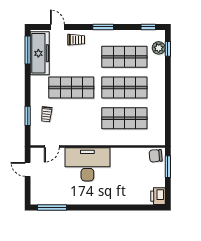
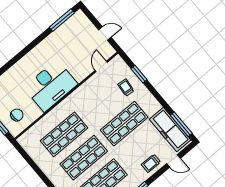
chair: (156, 156) -> (17, 115), moved
desk: (87, 164) -> (51, 86), moved

